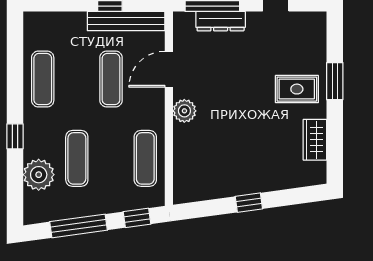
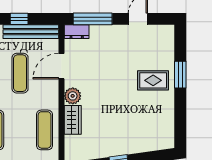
dresser: (221, 21) -> (77, 32), moved, width x0.70
wardrobe: (315, 140) -> (73, 120), moved, turned 180

